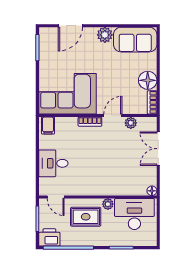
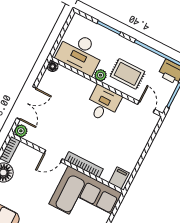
bookcase: (90, 122) -> (84, 165), width x1.56
plant: (131, 123) -> (21, 131), moved
desk: (53, 163) -> (103, 104), moved, turned -90

